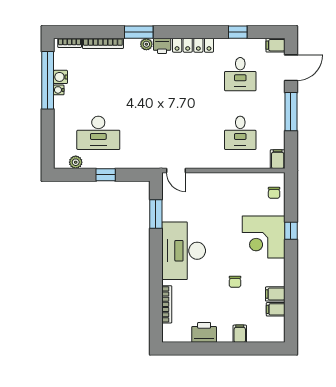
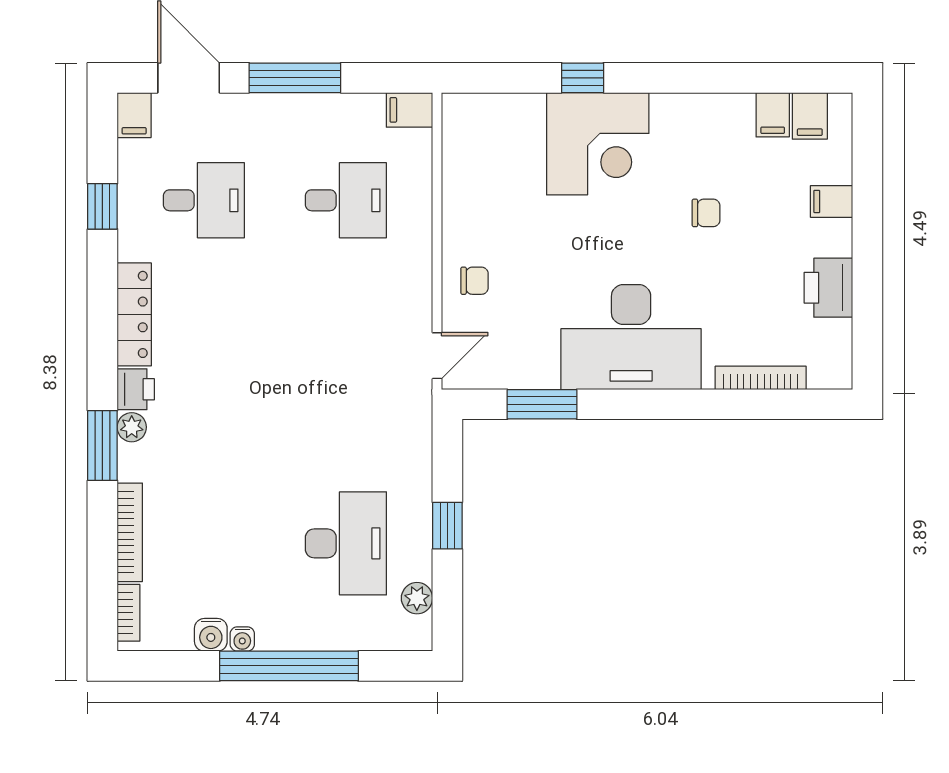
window: (48, 80) -> (289, 666), moved
chair: (274, 193) -> (474, 281), moved
filing cabinet: (275, 294) -> (810, 116), moved

